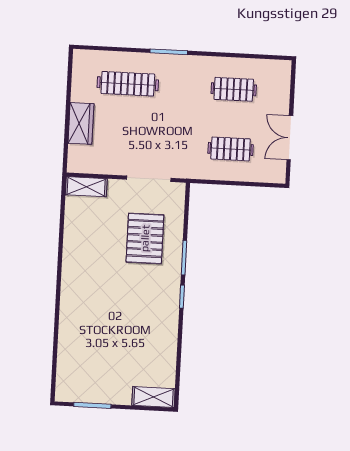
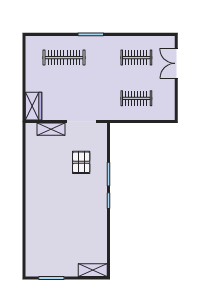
wardrobe: (81, 123) -> (34, 106), moved
double door: (290, 138) -> (176, 63), moved
shelving: (86, 187) -> (51, 129), moved
pallet: (145, 238) -> (81, 162), width x0.67, depth x0.71

